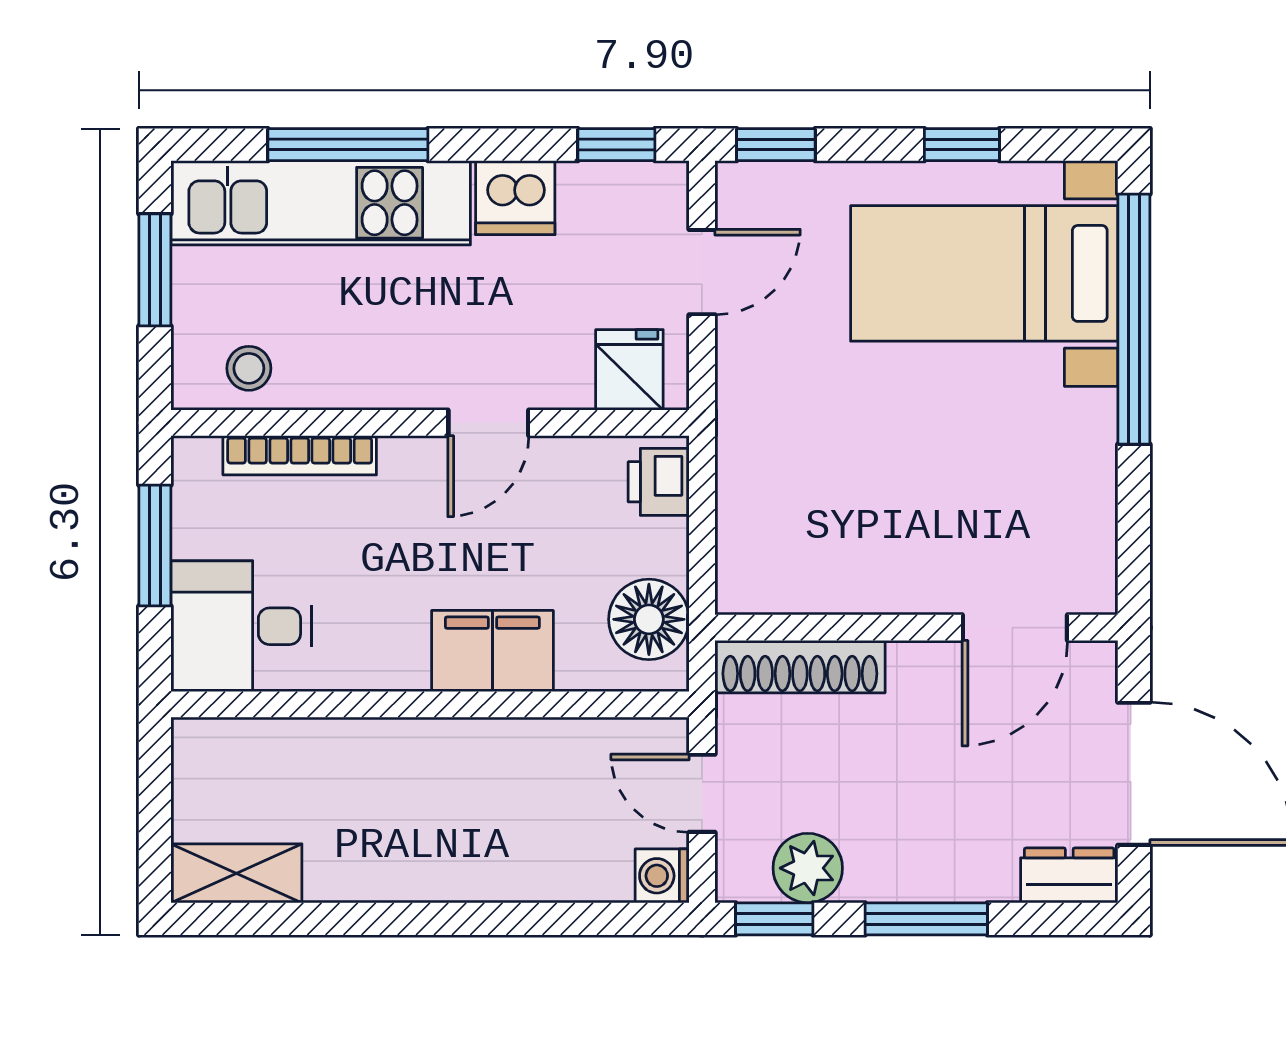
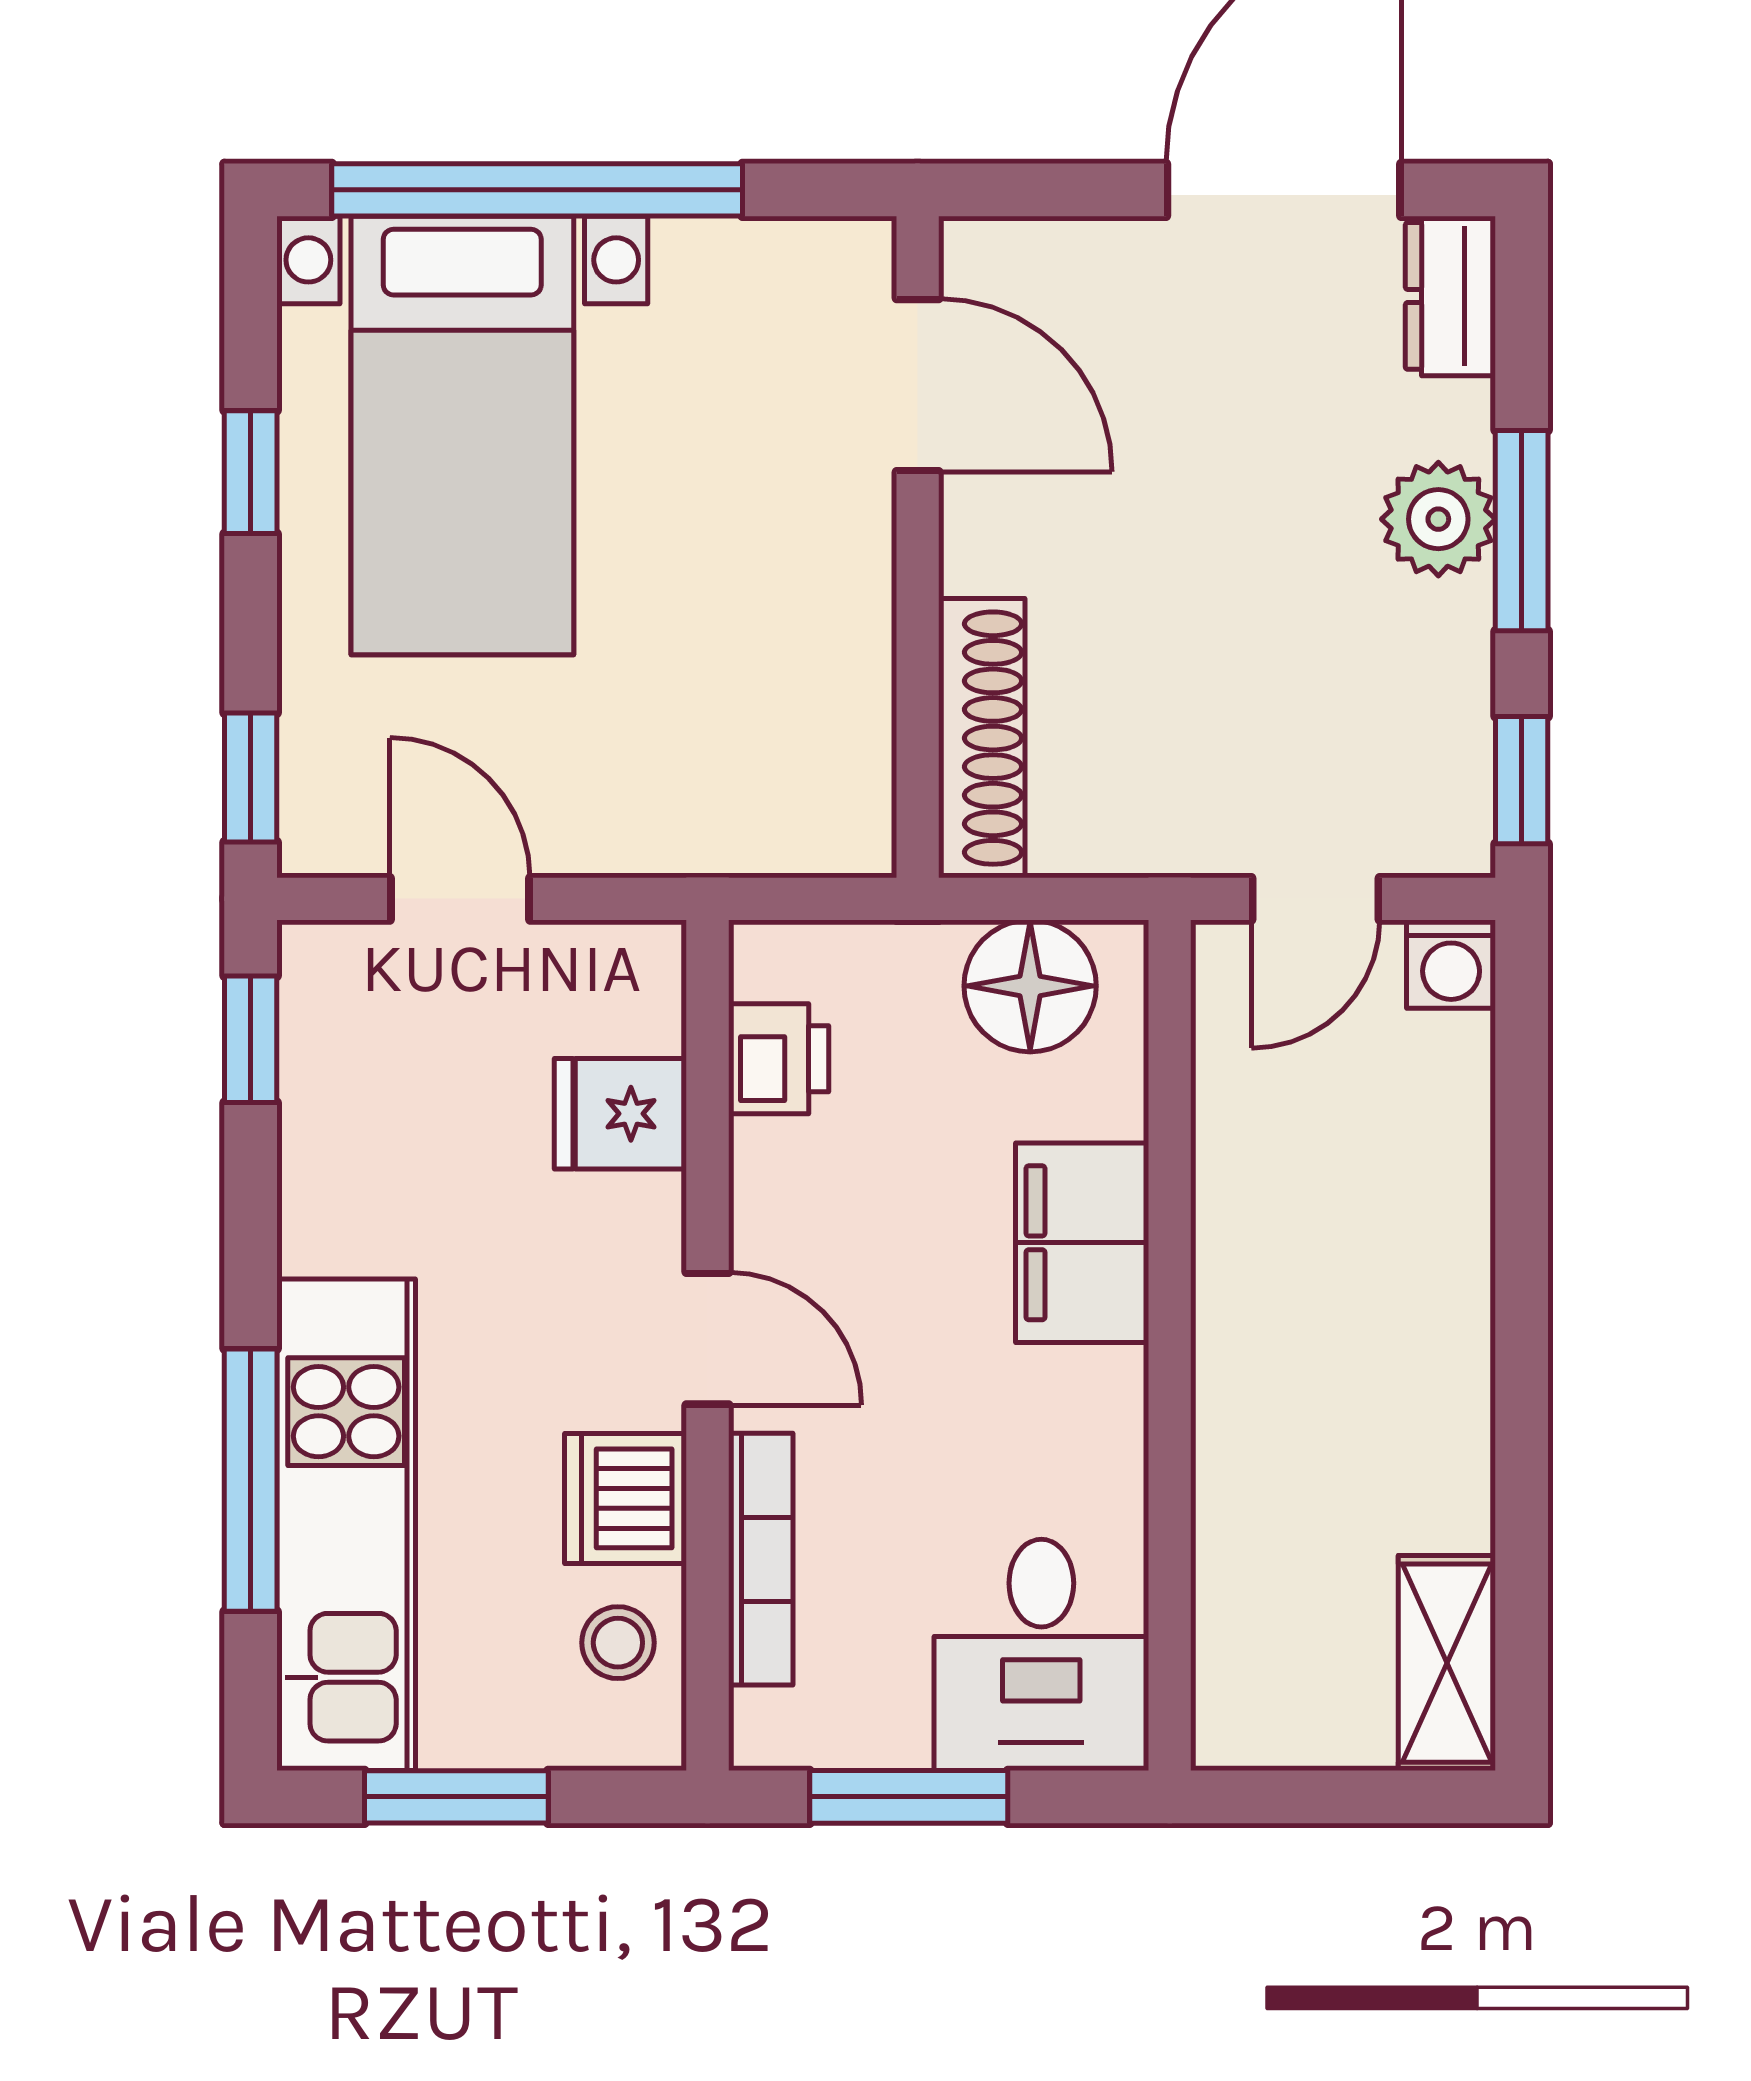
dishwasher: (515, 198) -> (626, 1498), moved, turned 180
fridge: (629, 370) -> (620, 1114), moved
door: (488, 423) -> (708, 1339), moved
printer: (659, 482) -> (779, 1059), moved, turned -90
wall: (916, 628) -> (918, 547), moved
door: (1015, 628) -> (918, 385), moved
shoe rack: (800, 667) -> (982, 738), moved
plant: (808, 868) -> (1438, 519), moved

